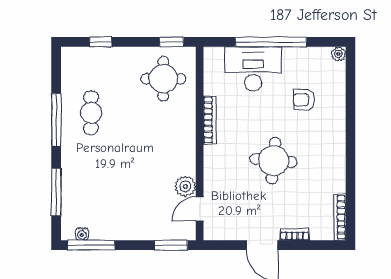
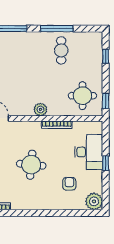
window: (271, 42) -> (106, 163), width x0.32
plant: (338, 54) -> (94, 201), width x1.87, depth x1.87
cafe table: (91, 113) -> (61, 50), turned 90
plant: (185, 186) -> (40, 109), moved

